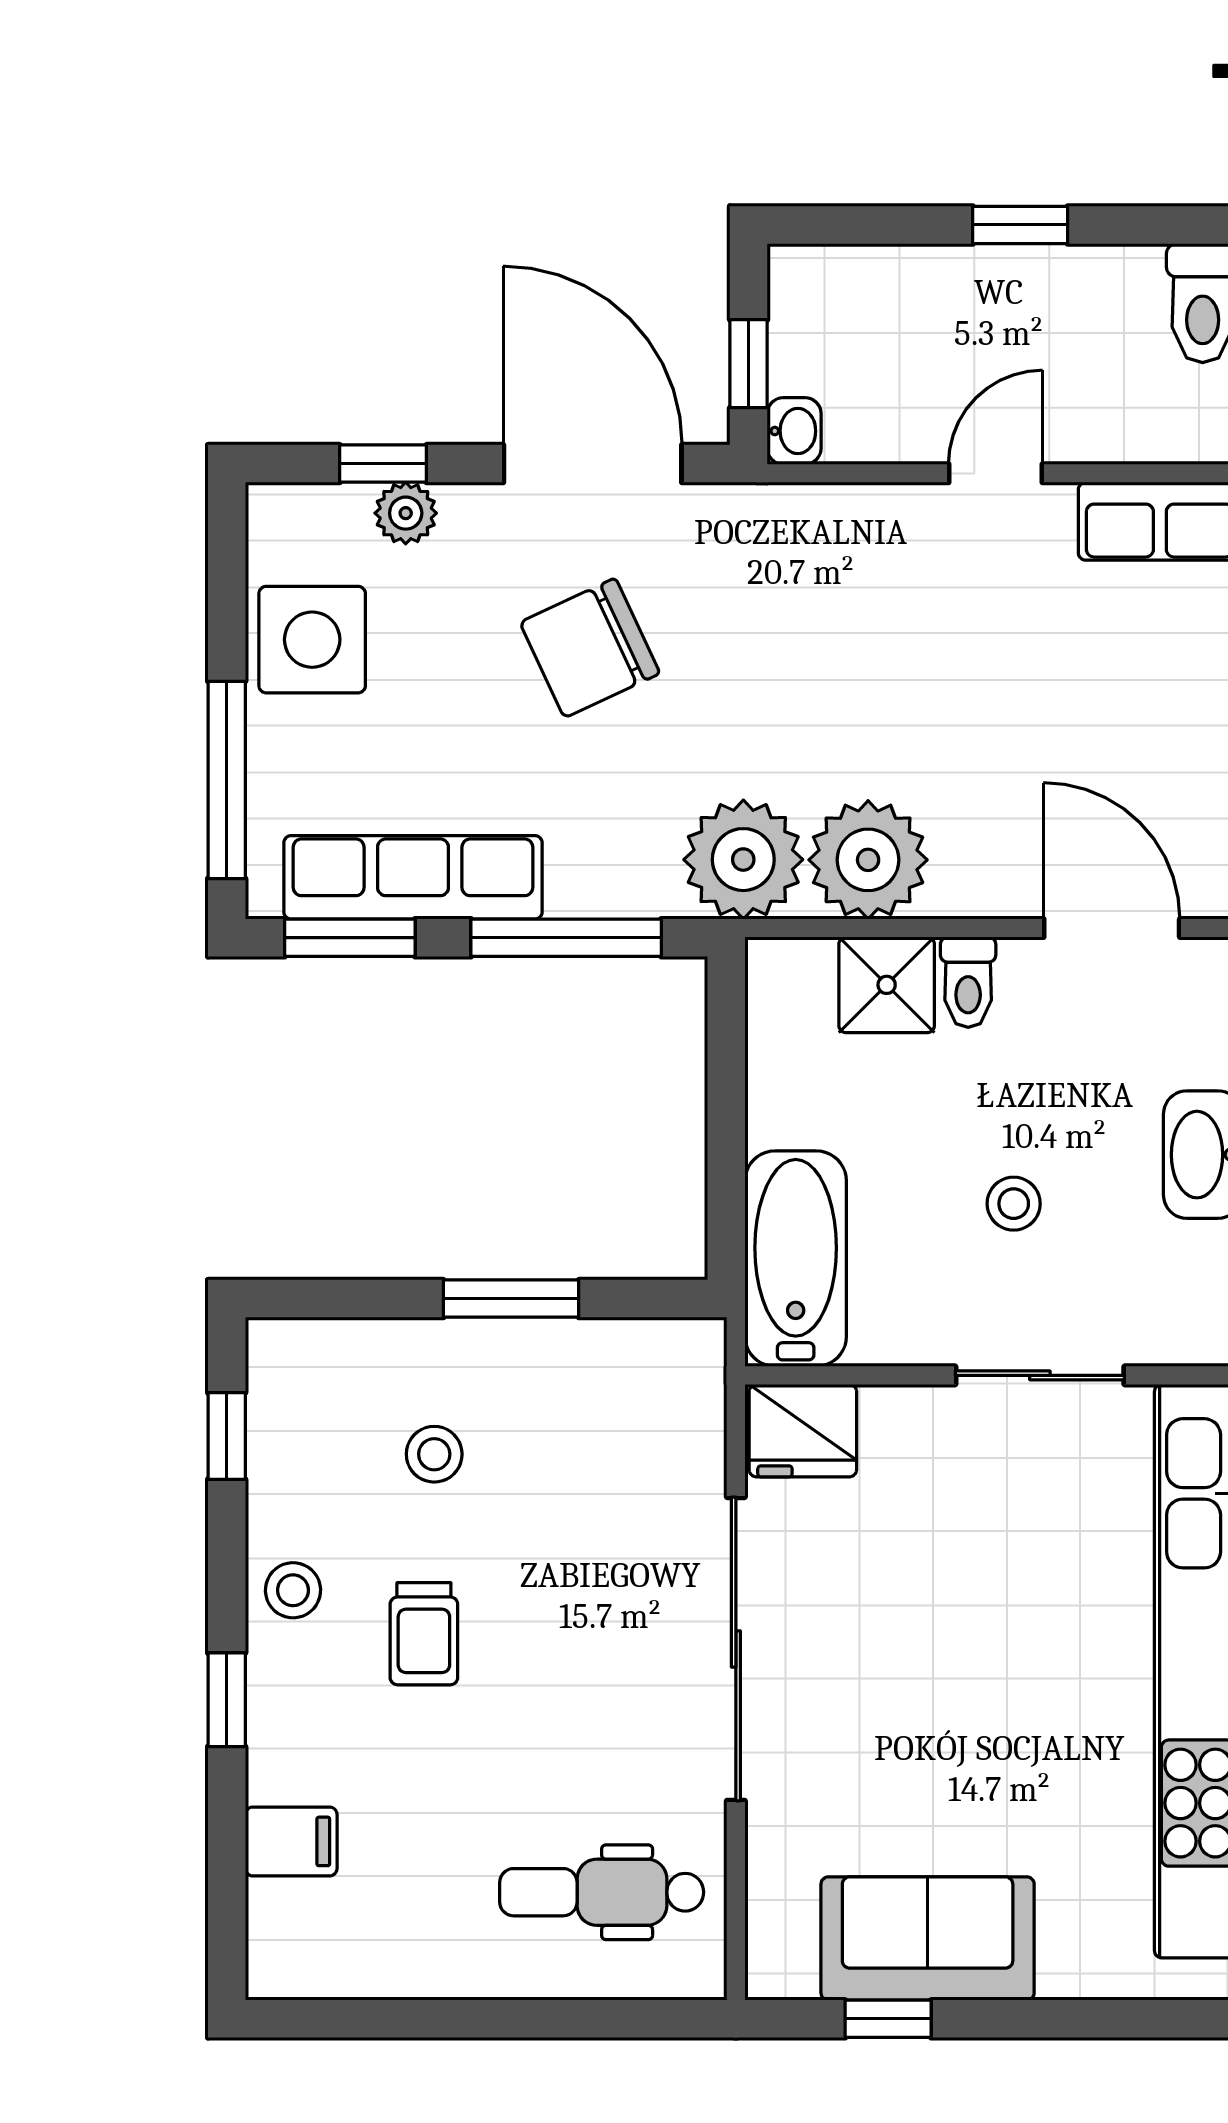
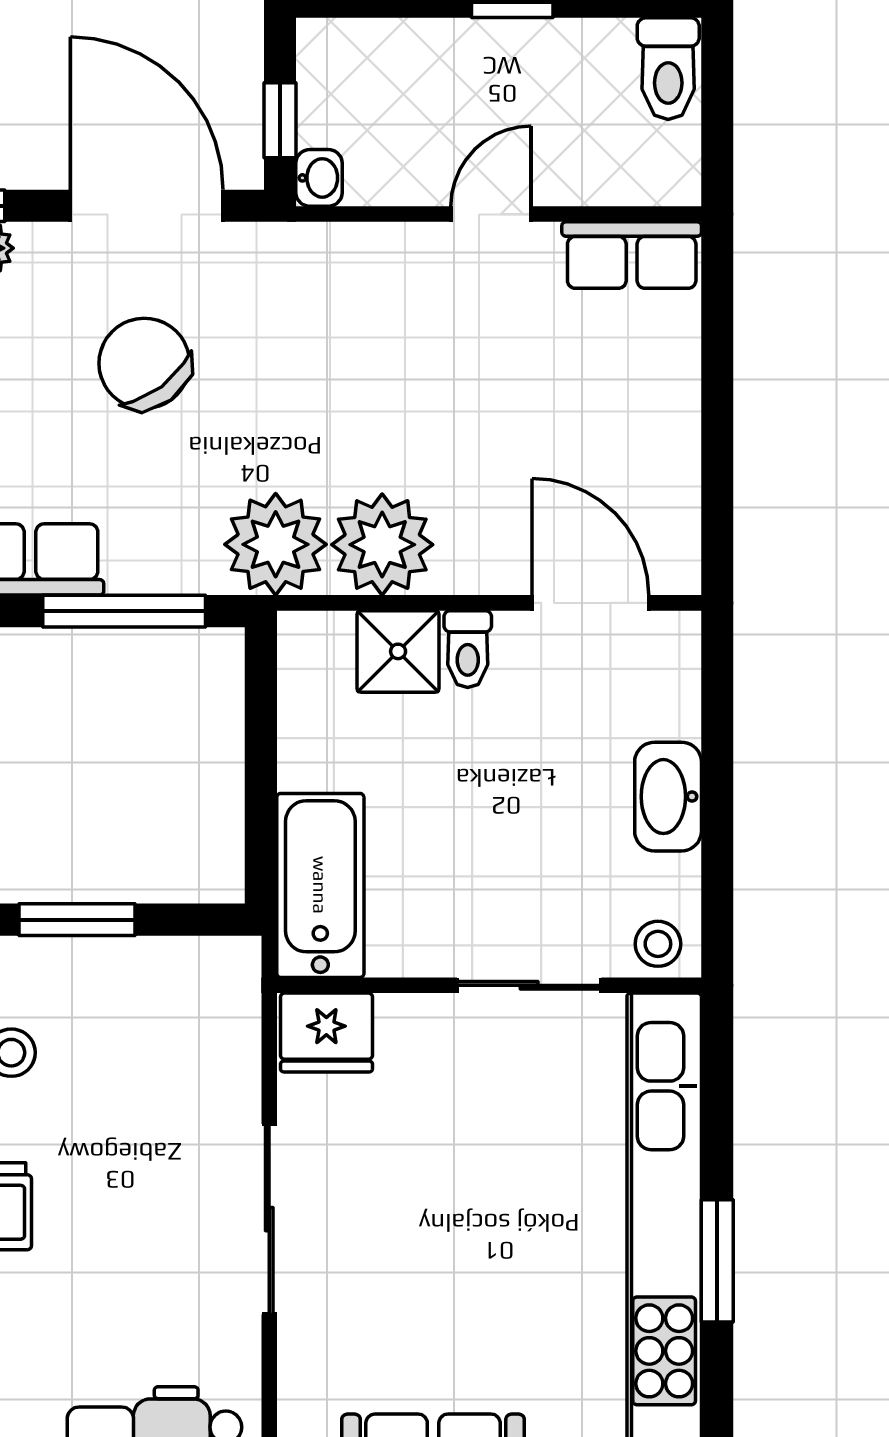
chair: (590, 648) -> (144, 363), turned 78
stool: (1014, 1204) -> (658, 944), moved
sliding door: (736, 1649) -> (269, 1219), width x0.73

